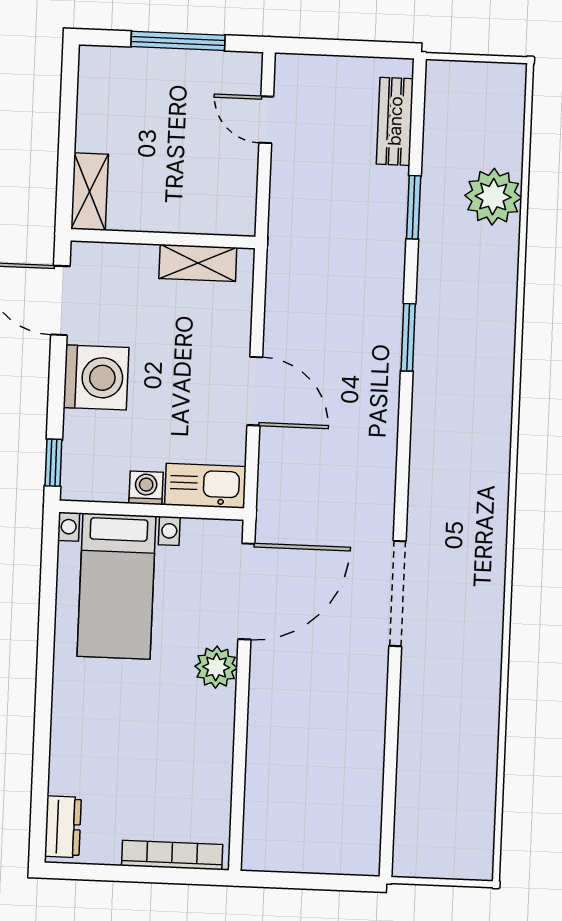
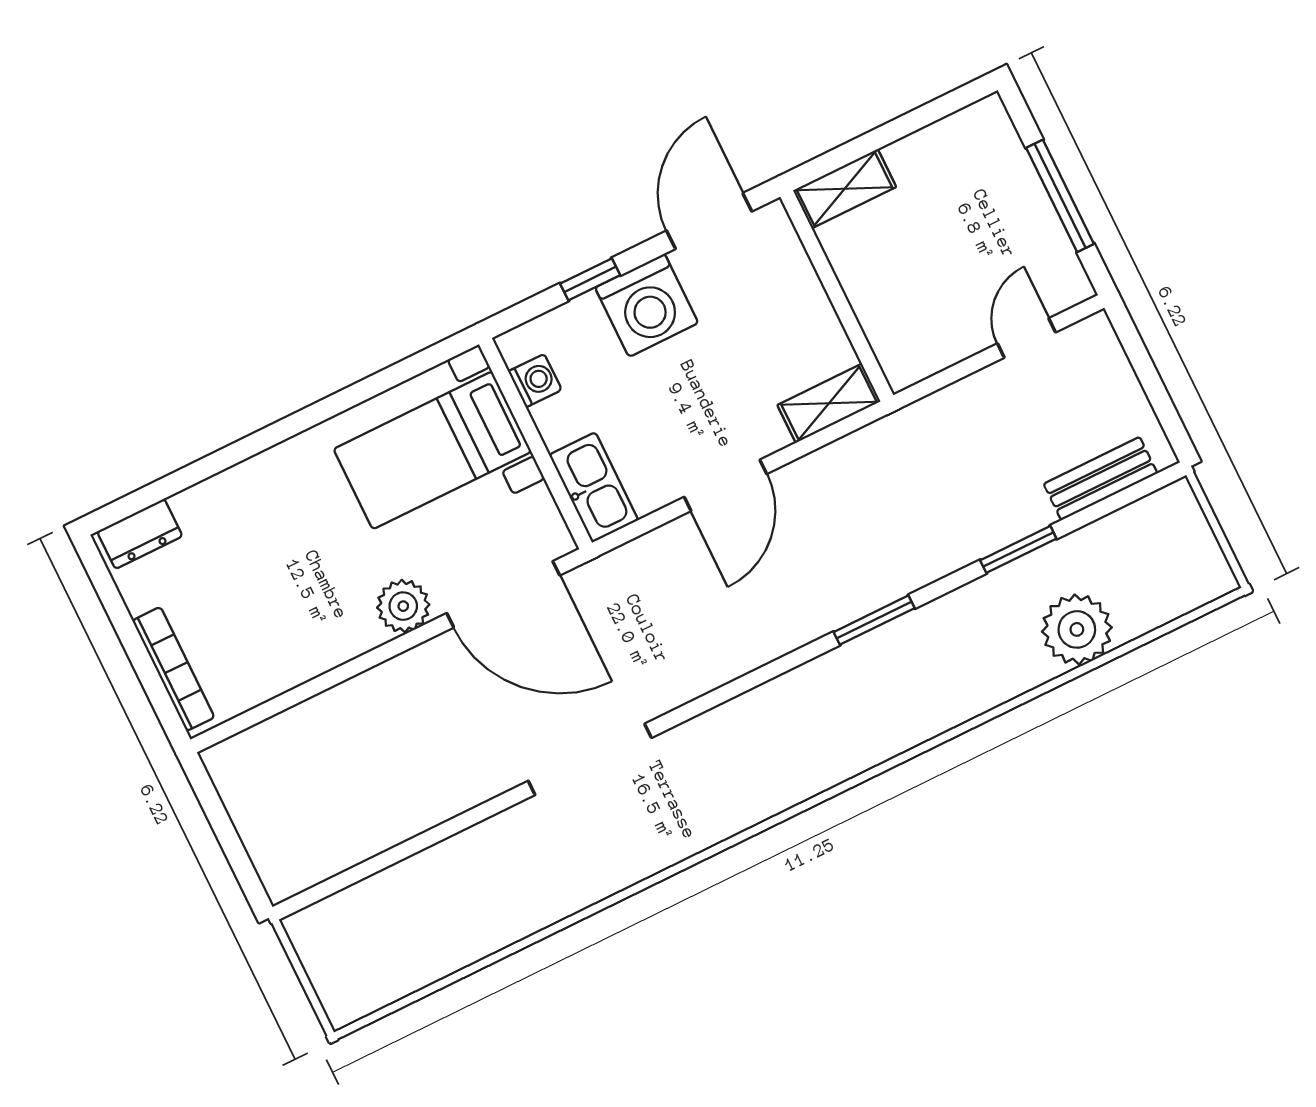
shelving: (198, 263) -> (829, 403), moved, turned 90
window: (53, 463) -> (590, 279), moved
washing machine: (146, 488) -> (535, 381), moved

